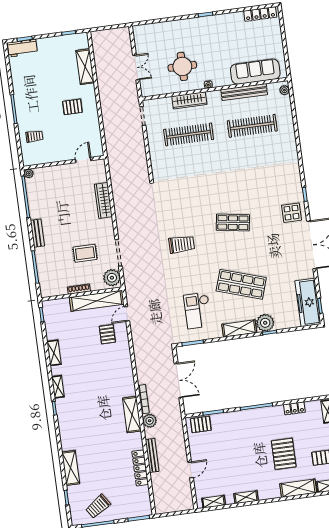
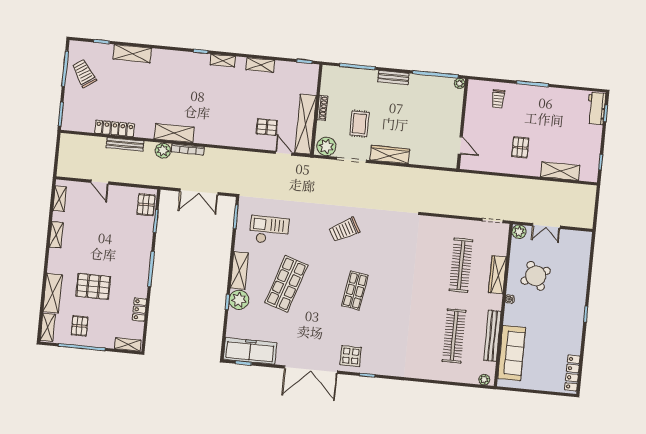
round table: (182, 66) -> (536, 276), turned -30
plant: (147, 90) -> (519, 232), added
wardrobe: (103, 200) -> (390, 155), moved
trolley: (182, 244) -> (344, 230), turned 61

